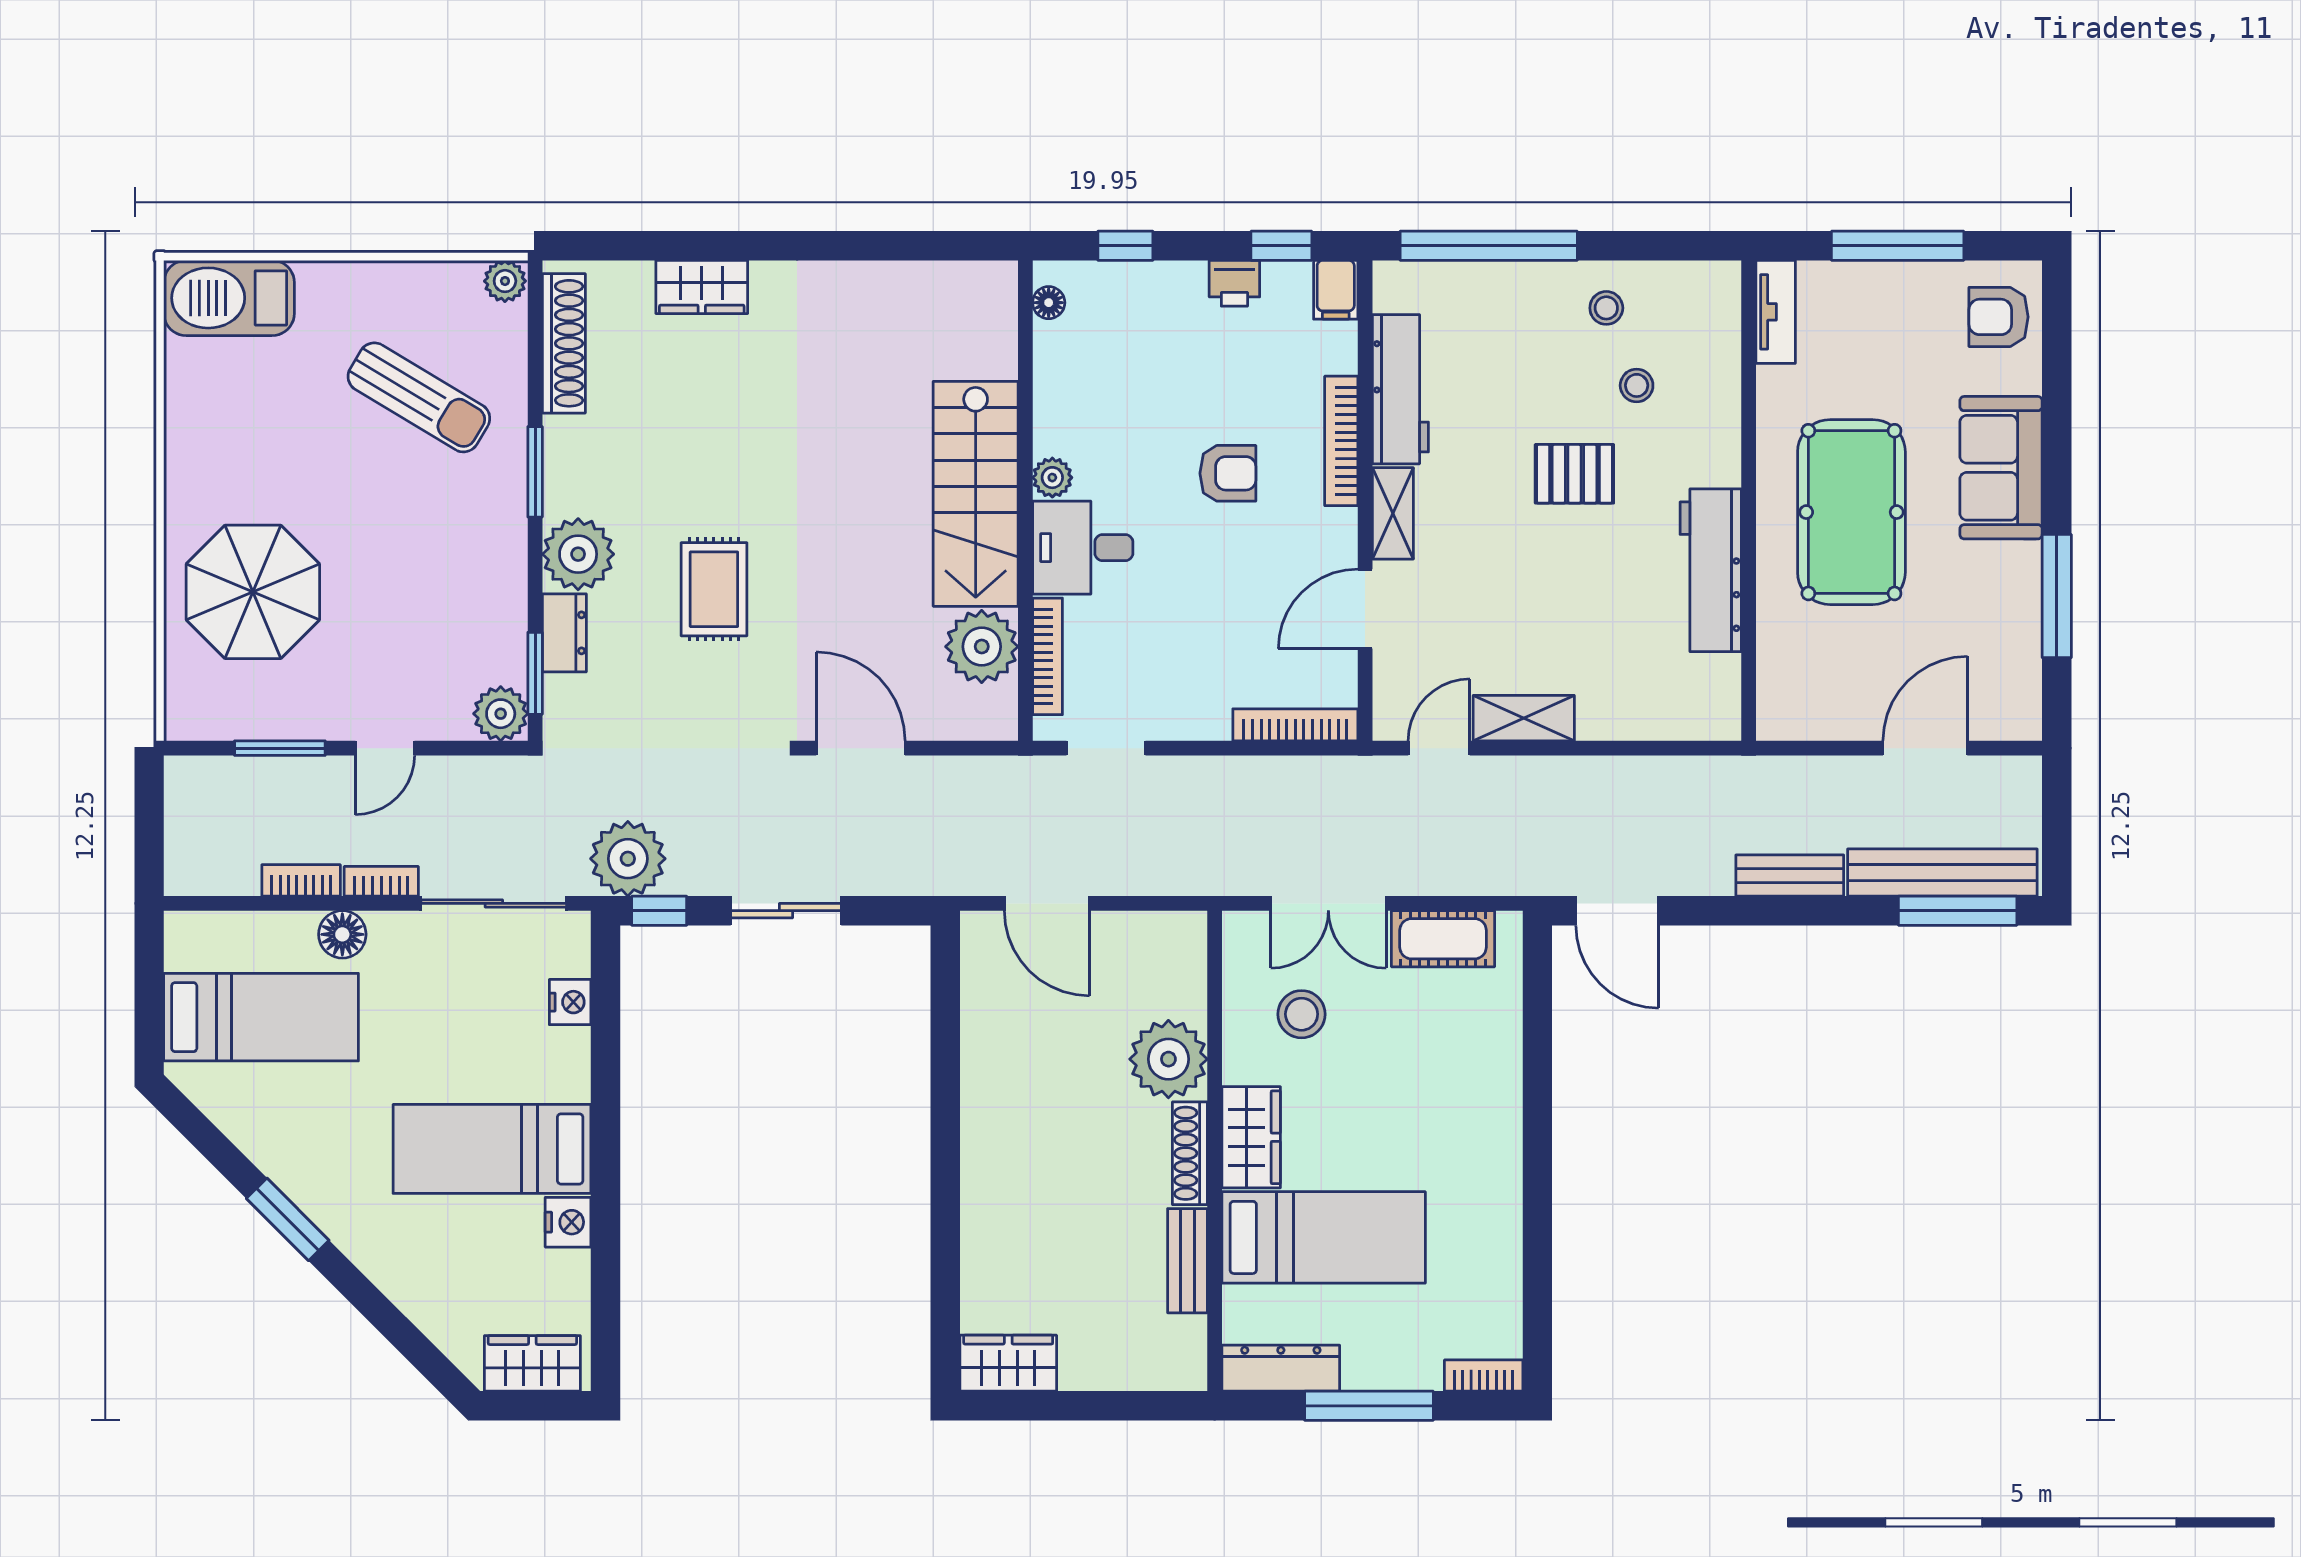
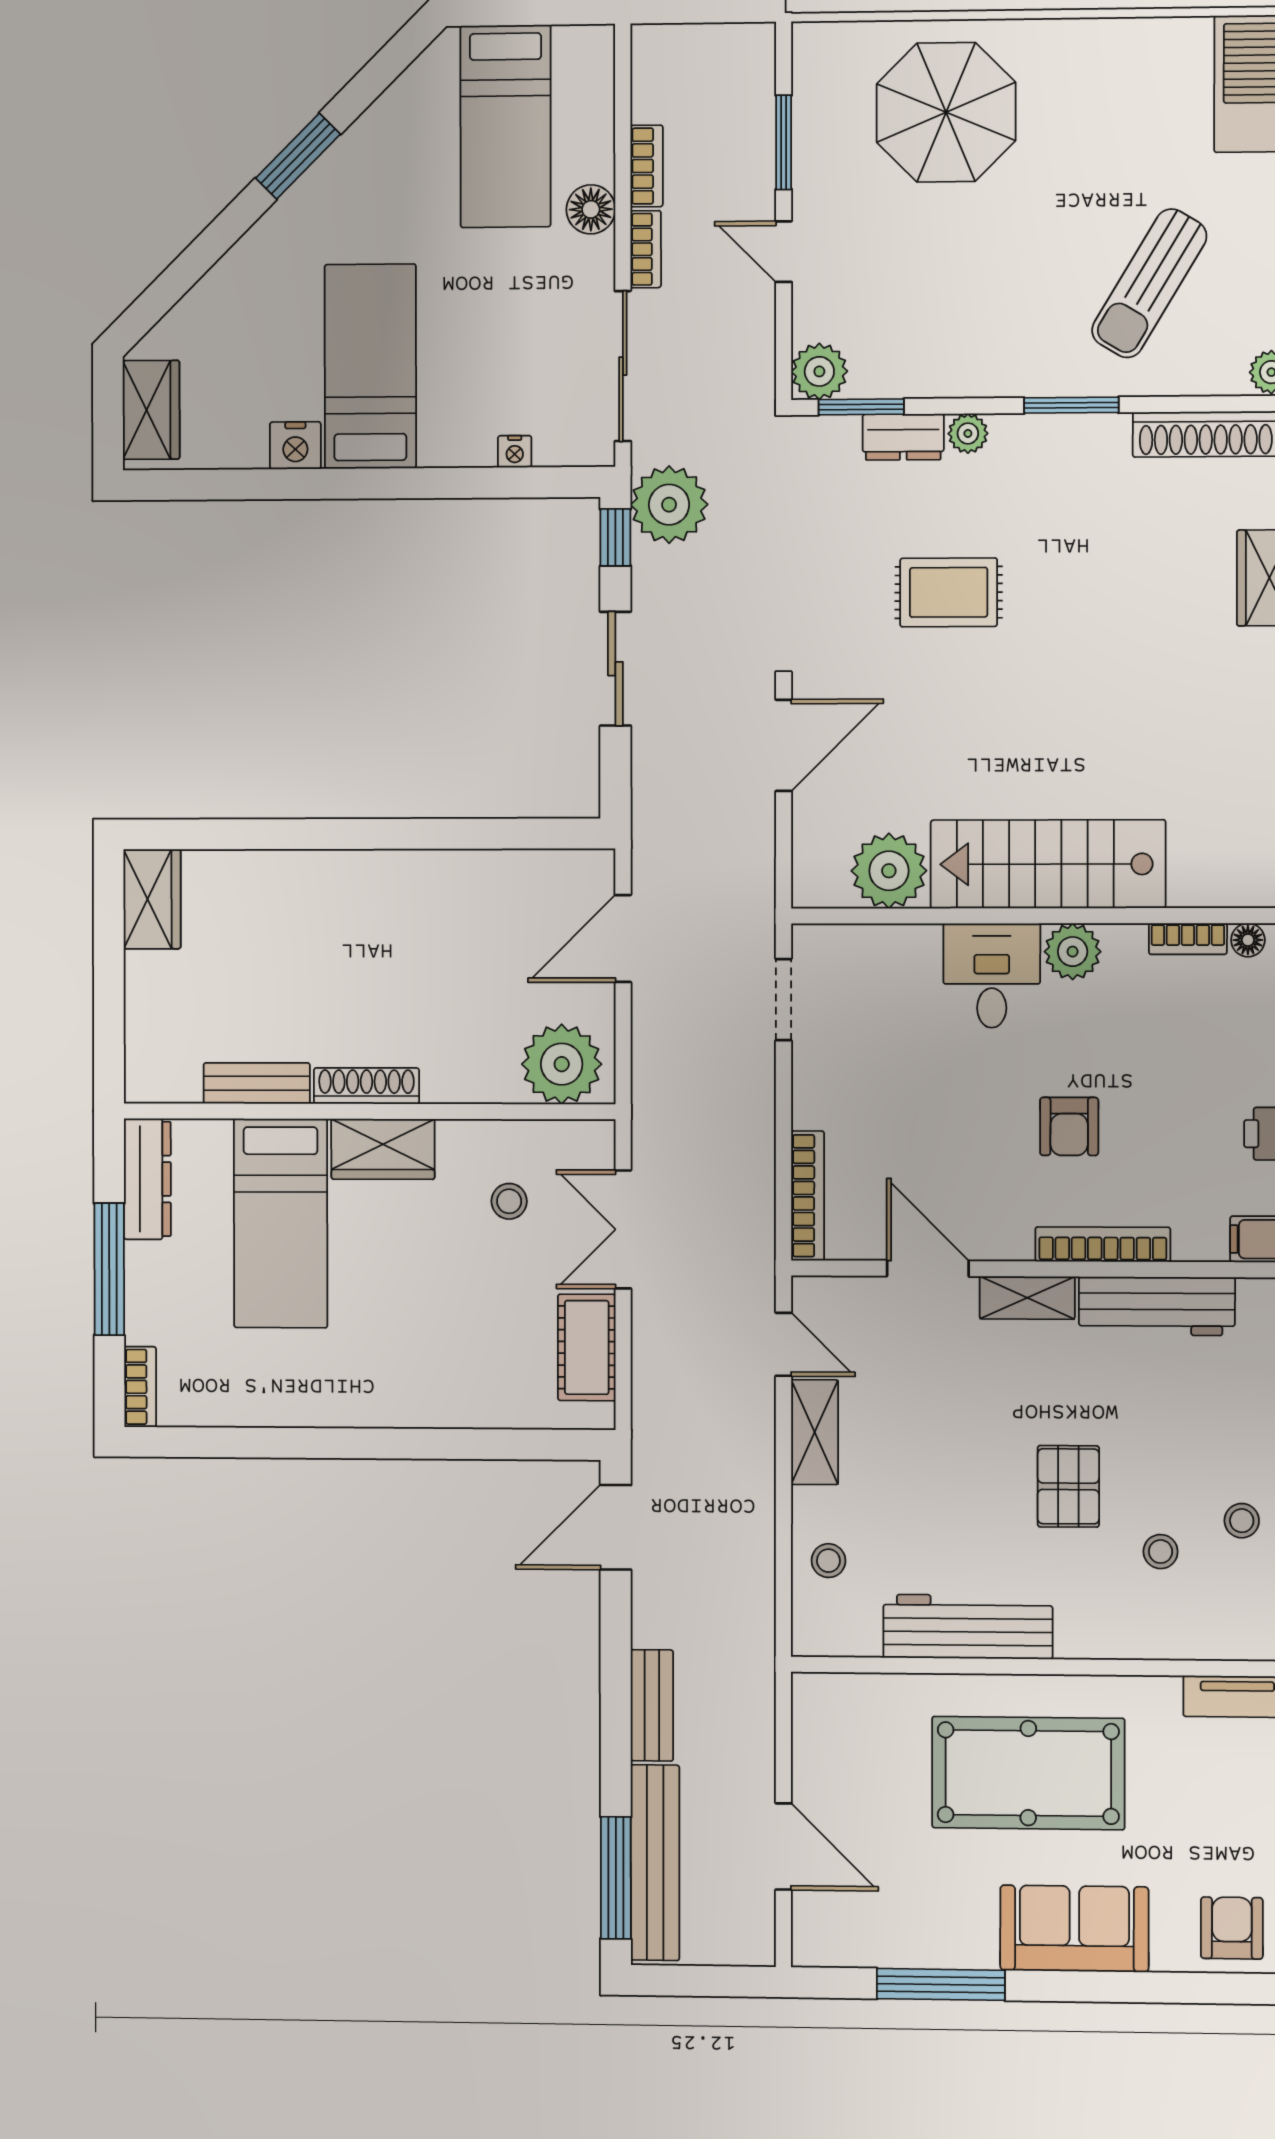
plant: (1052, 478) -> (1073, 952), width x1.38, depth x1.38
plant: (578, 554) -> (968, 433), width x0.53, depth x0.53
bookcase: (1048, 656) -> (1188, 939), moved, width x0.64
stool: (1648, 705) -> (828, 1561), added
nightstand: (570, 1002) -> (515, 452), width x0.72, depth x0.74
stool: (1302, 1014) -> (509, 1201), width x0.73, depth x0.73
plant: (1168, 1059) -> (562, 1064), moved

